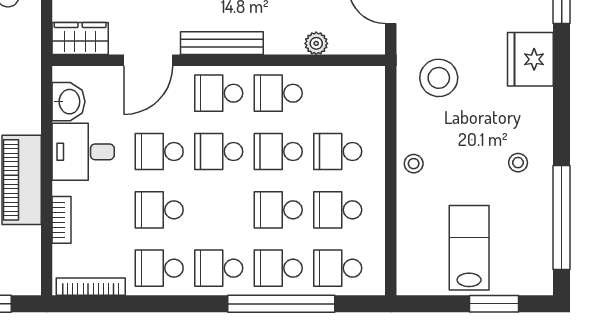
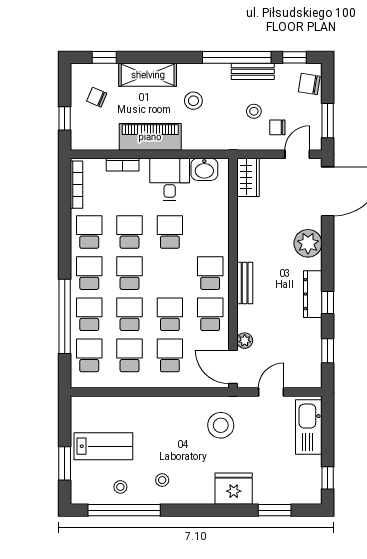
bench: (222, 43) -> (245, 283), width x0.73
door: (148, 60) -> (233, 367), moved
school desk: (219, 152) -> (130, 273), moved
stool: (414, 164) -> (120, 487), moved

